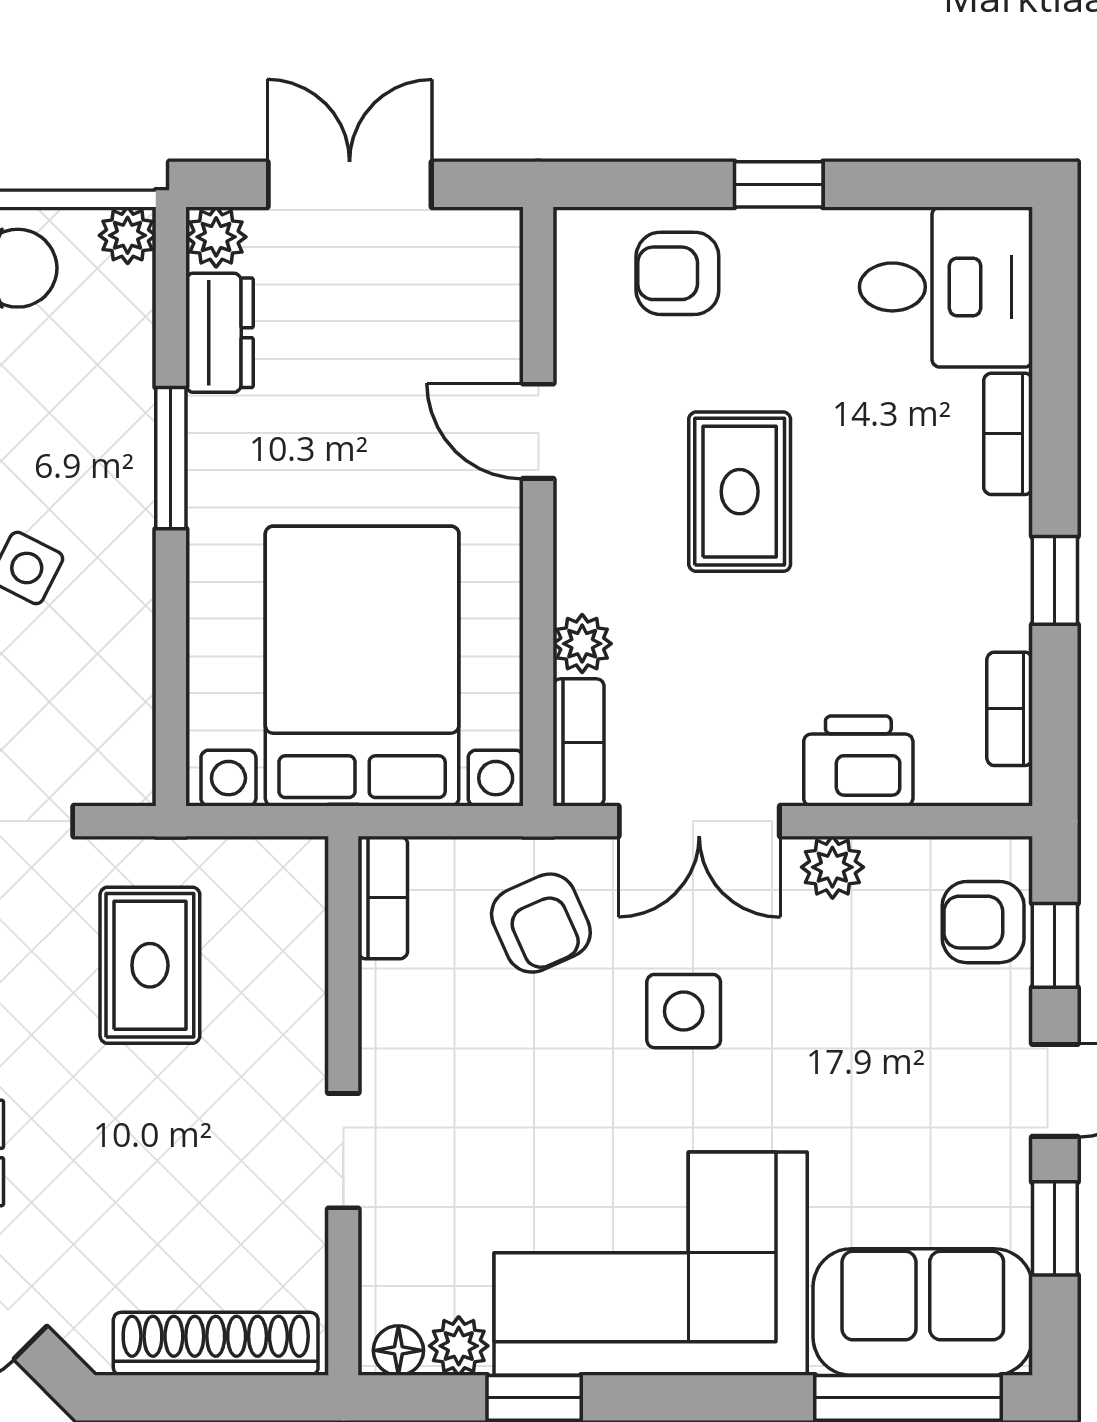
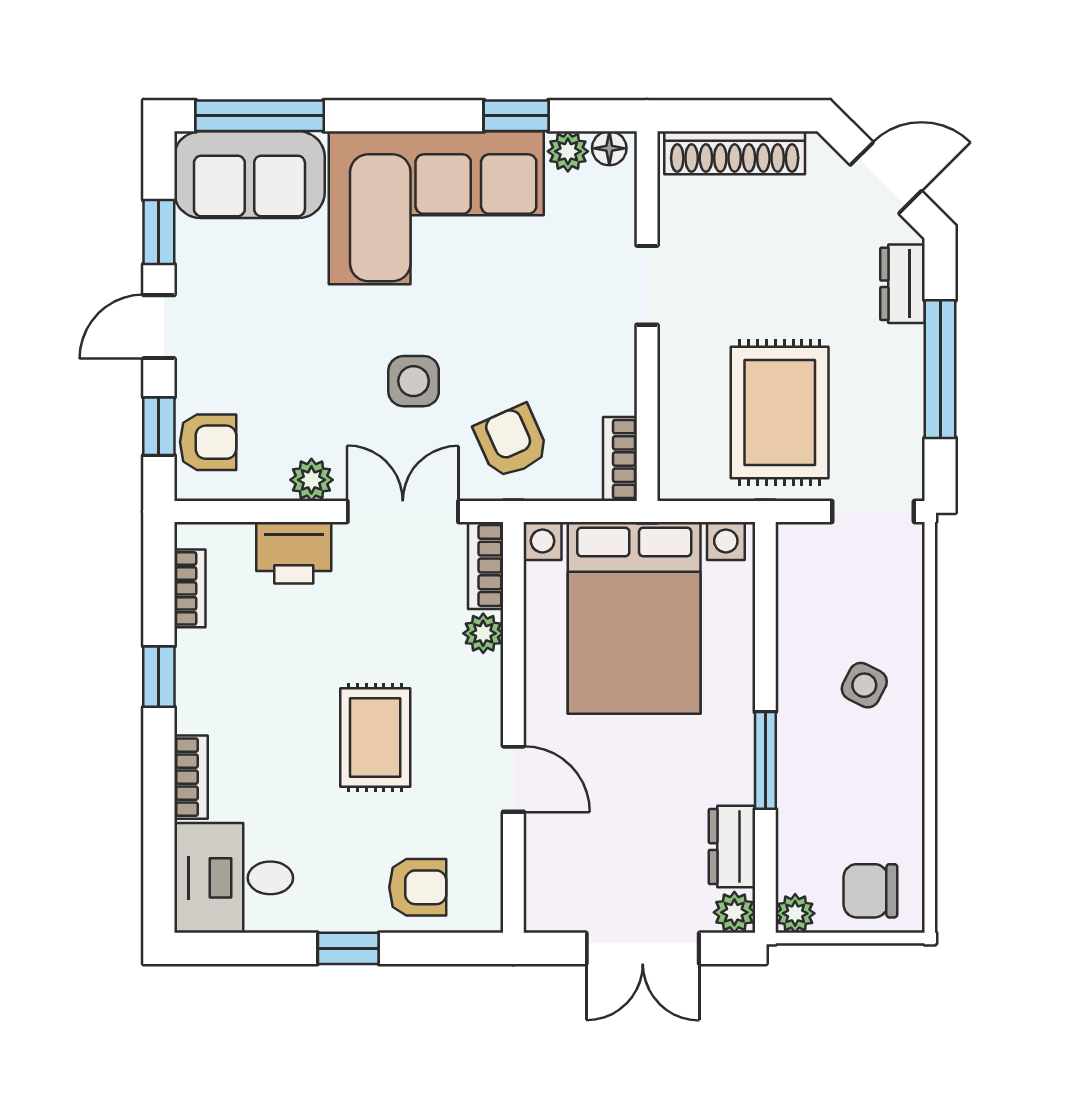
rug: (150, 965) -> (780, 413), width x1.36, depth x1.43

